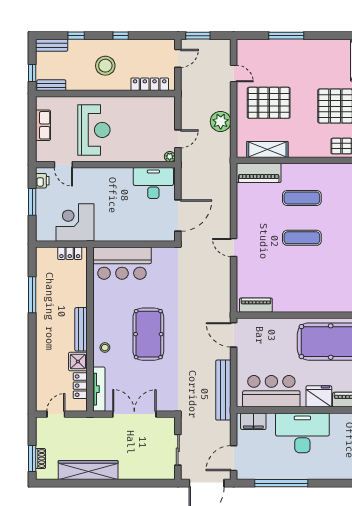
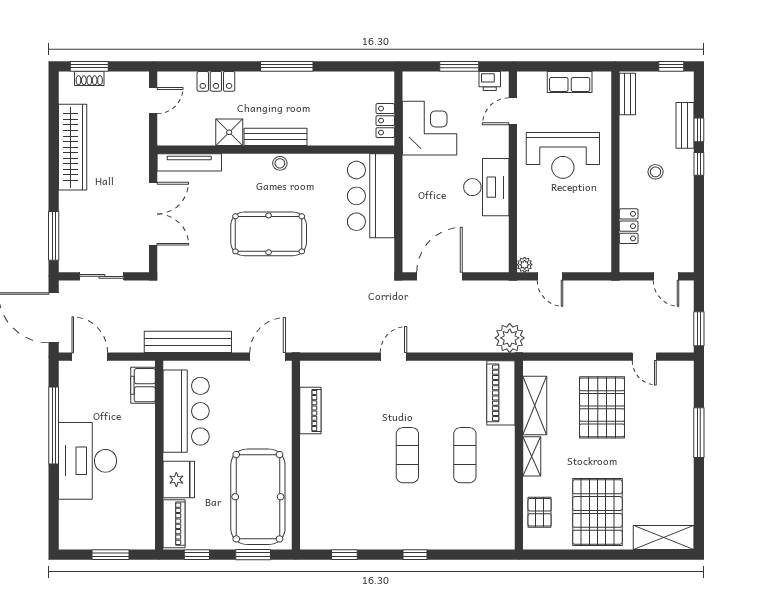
window: (121, 36) -> (699, 164), moved
window: (198, 36) -> (699, 329), moved
bench: (52, 45) -> (685, 125), moved
stool: (105, 66) -> (656, 172), width x0.53, depth x0.53
window: (32, 73) -> (671, 66), moved
door: (234, 74) -> (644, 357), hinge flipped
locker: (150, 84) -> (629, 226), width x0.66
plant: (221, 121) -> (510, 338), moved
shelving: (303, 151) -> (532, 456), added
desk: (153, 183) -> (486, 187), moved
door: (178, 216) -> (439, 276), swing flipped
window: (32, 295) -> (287, 66), moved
piano: (256, 305) -> (310, 411), moved
stool: (105, 348) -> (280, 163), moved
locker: (80, 386) -> (216, 81), moved, turned 180
door: (56, 414) -> (153, 101), hinge flipped
desk: (302, 433) -> (88, 461), moved, turned 180
window: (150, 483) -> (54, 236), added

